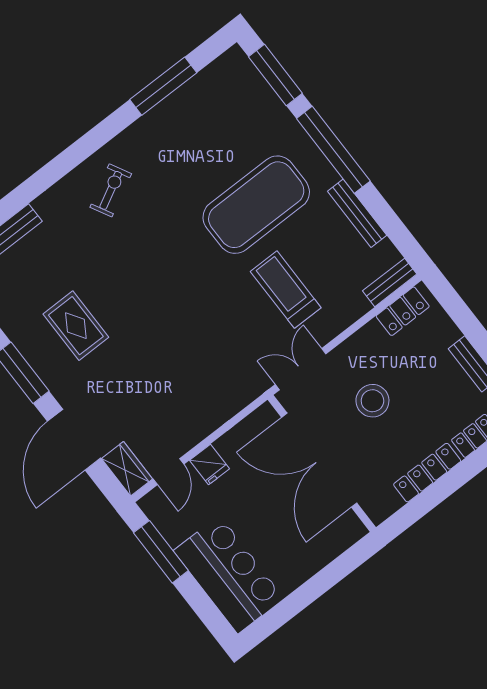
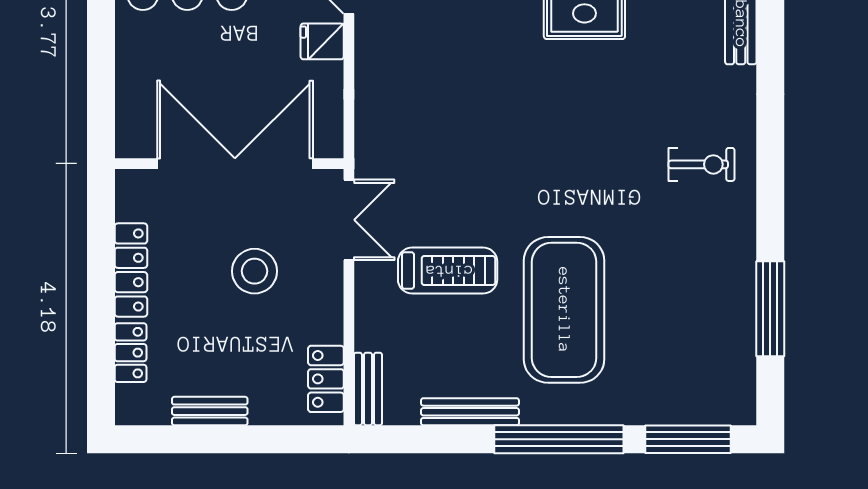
exercise bike: (111, 190) -> (702, 164), turned -62

